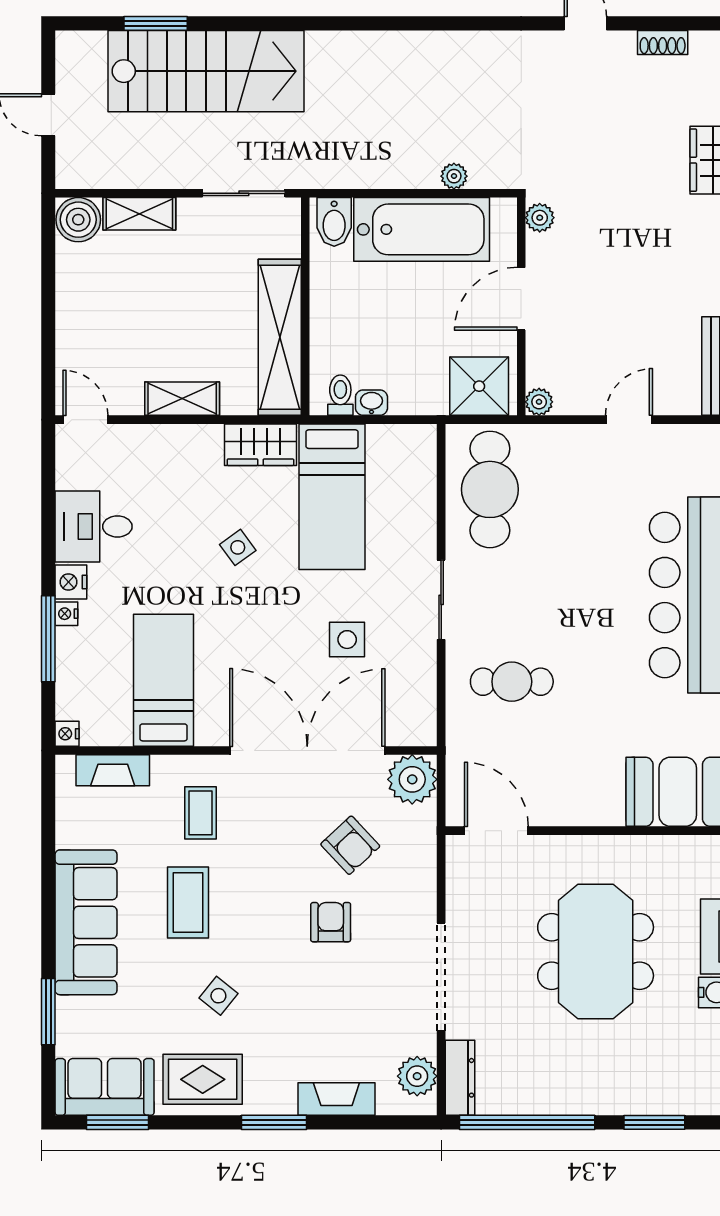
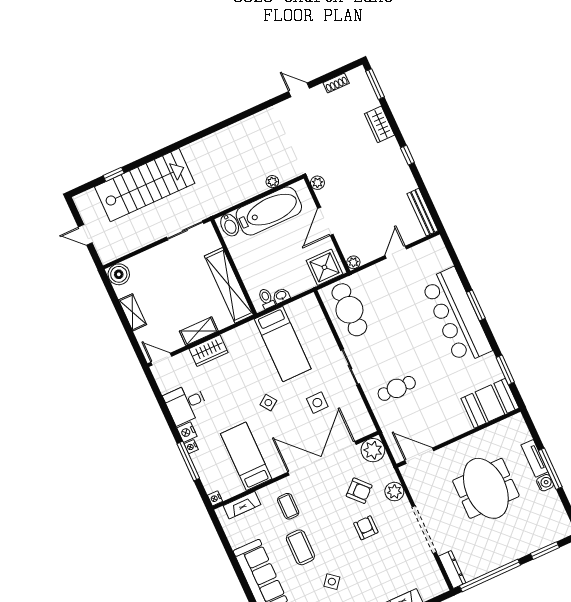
window: (156, 23) -> (114, 174), width x0.67
shelving: (139, 214) -> (133, 312), moved, turned 90
wardrobe: (260, 445) -> (208, 351), moved
side table: (238, 547) -> (268, 403), moved
plant: (417, 1076) -> (394, 492), moved

